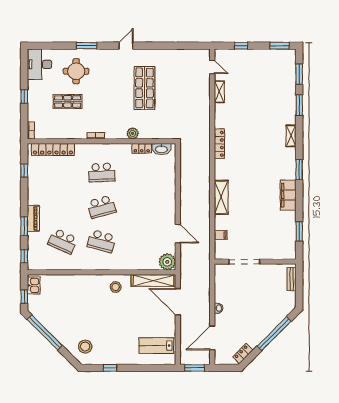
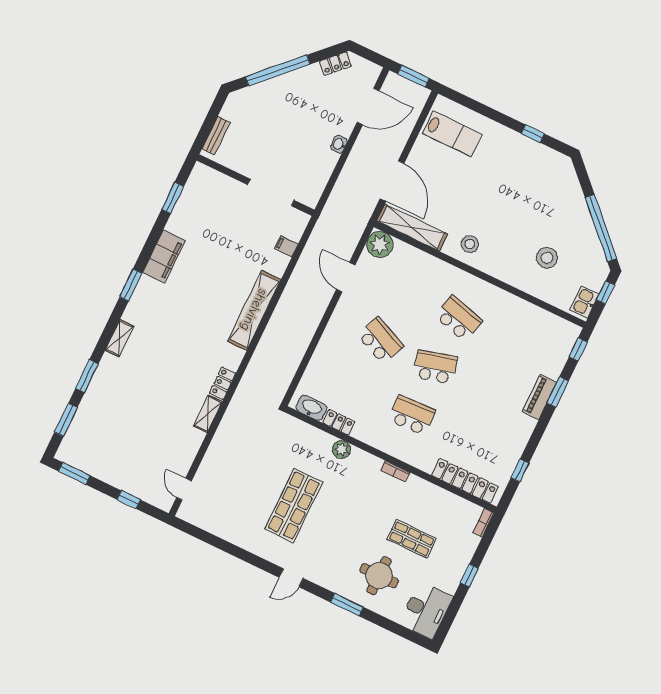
shelving: (219, 92) -> (208, 414), moved
locker: (219, 144) -> (223, 383), width x0.66
shelving: (221, 197) -> (254, 310), width x1.47
school desk: (63, 241) -> (380, 341), moved
stool: (85, 347) -> (547, 258), moved

